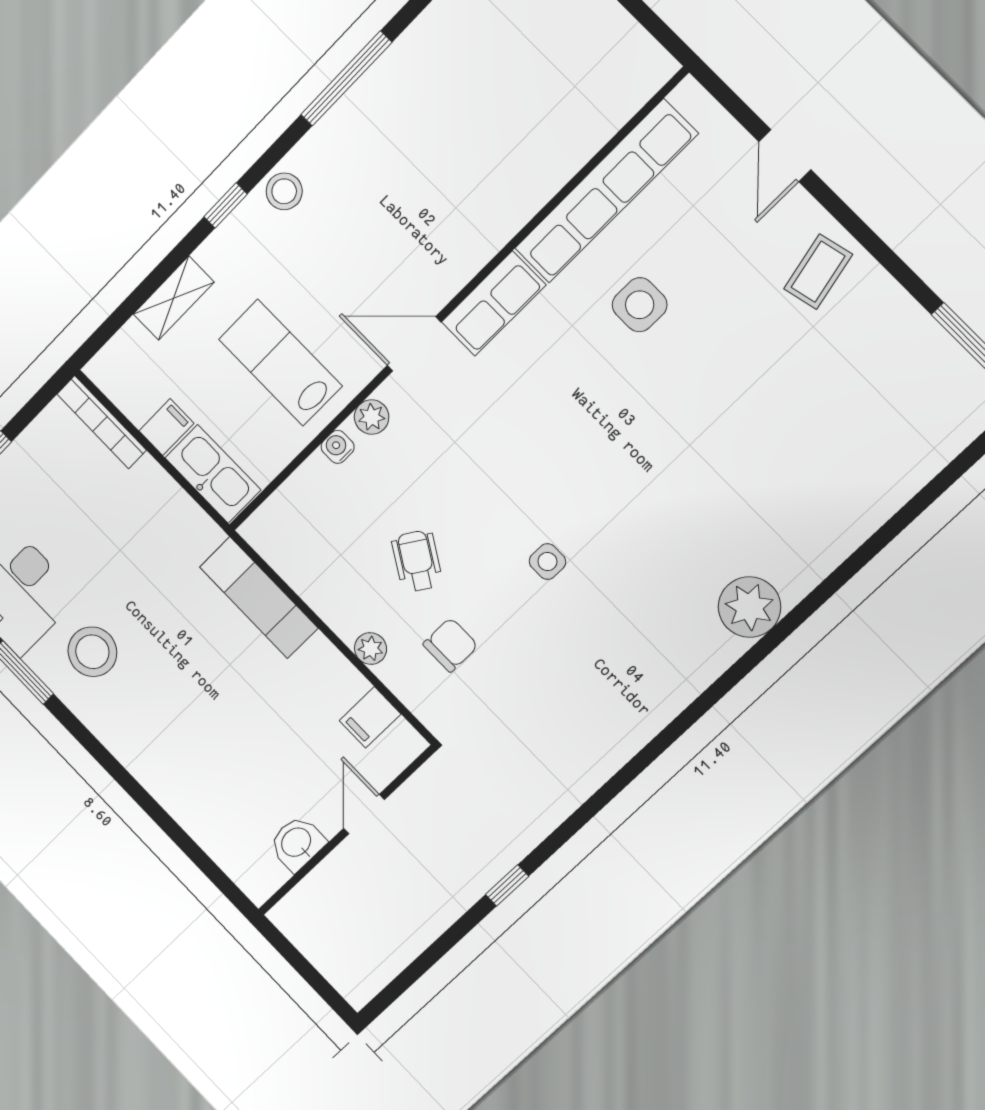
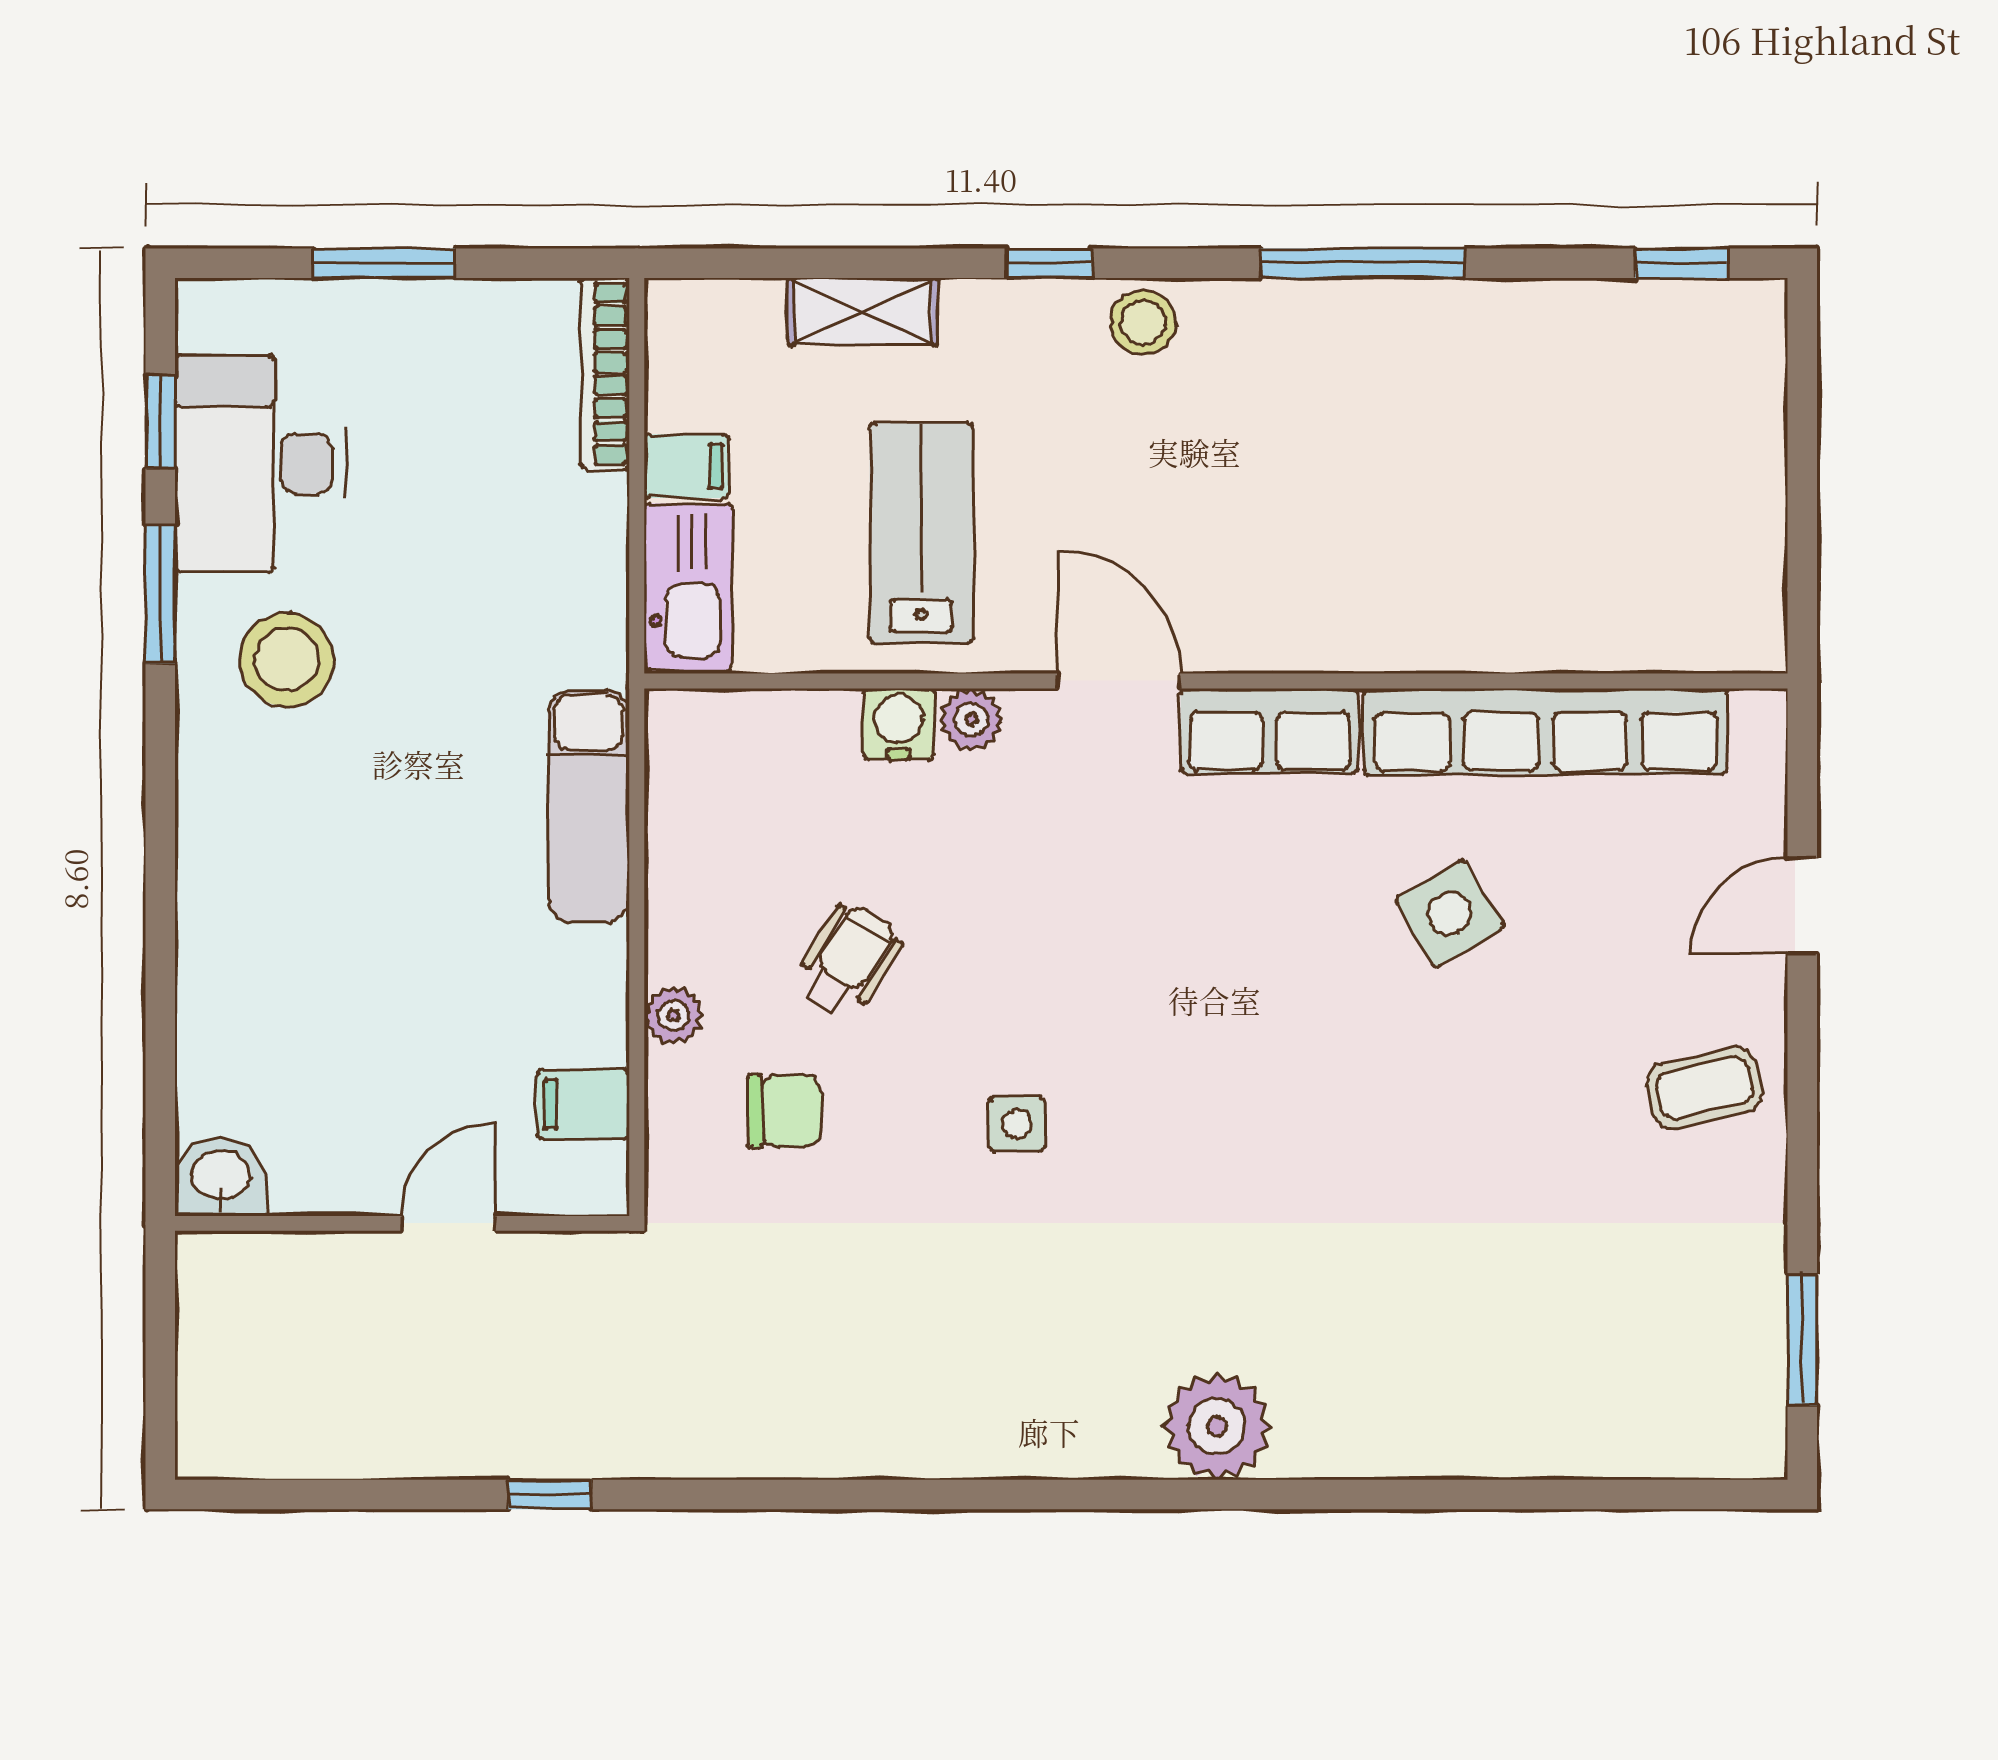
side table: (640, 305) -> (1449, 913), turned -31
water cooler: (338, 447) -> (899, 724), width x1.38, depth x1.38
washbasin: (297, 843) -> (221, 1177), moved

